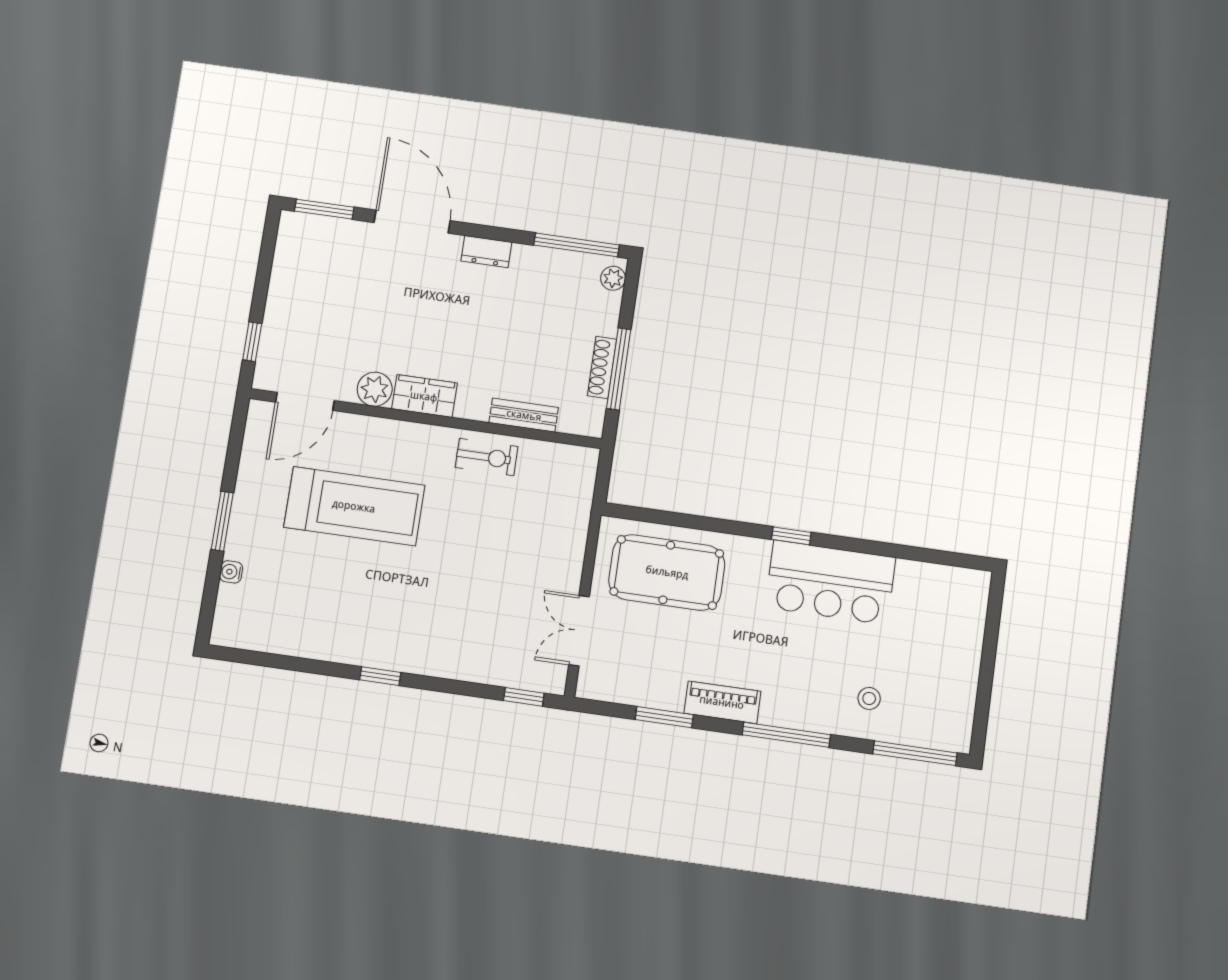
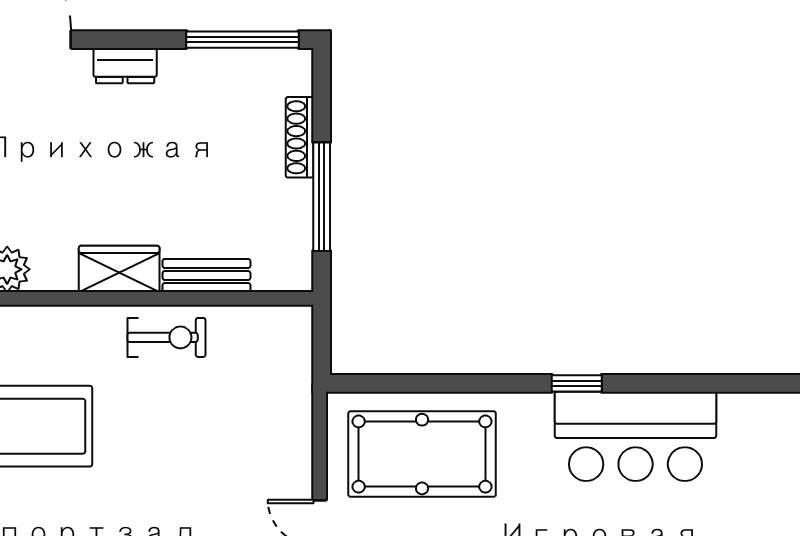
plant: (613, 278) -> (297, 77), removed
shoe rack: (602, 367) -> (300, 137), moved
wardrobe: (424, 396) -> (119, 269), moved

